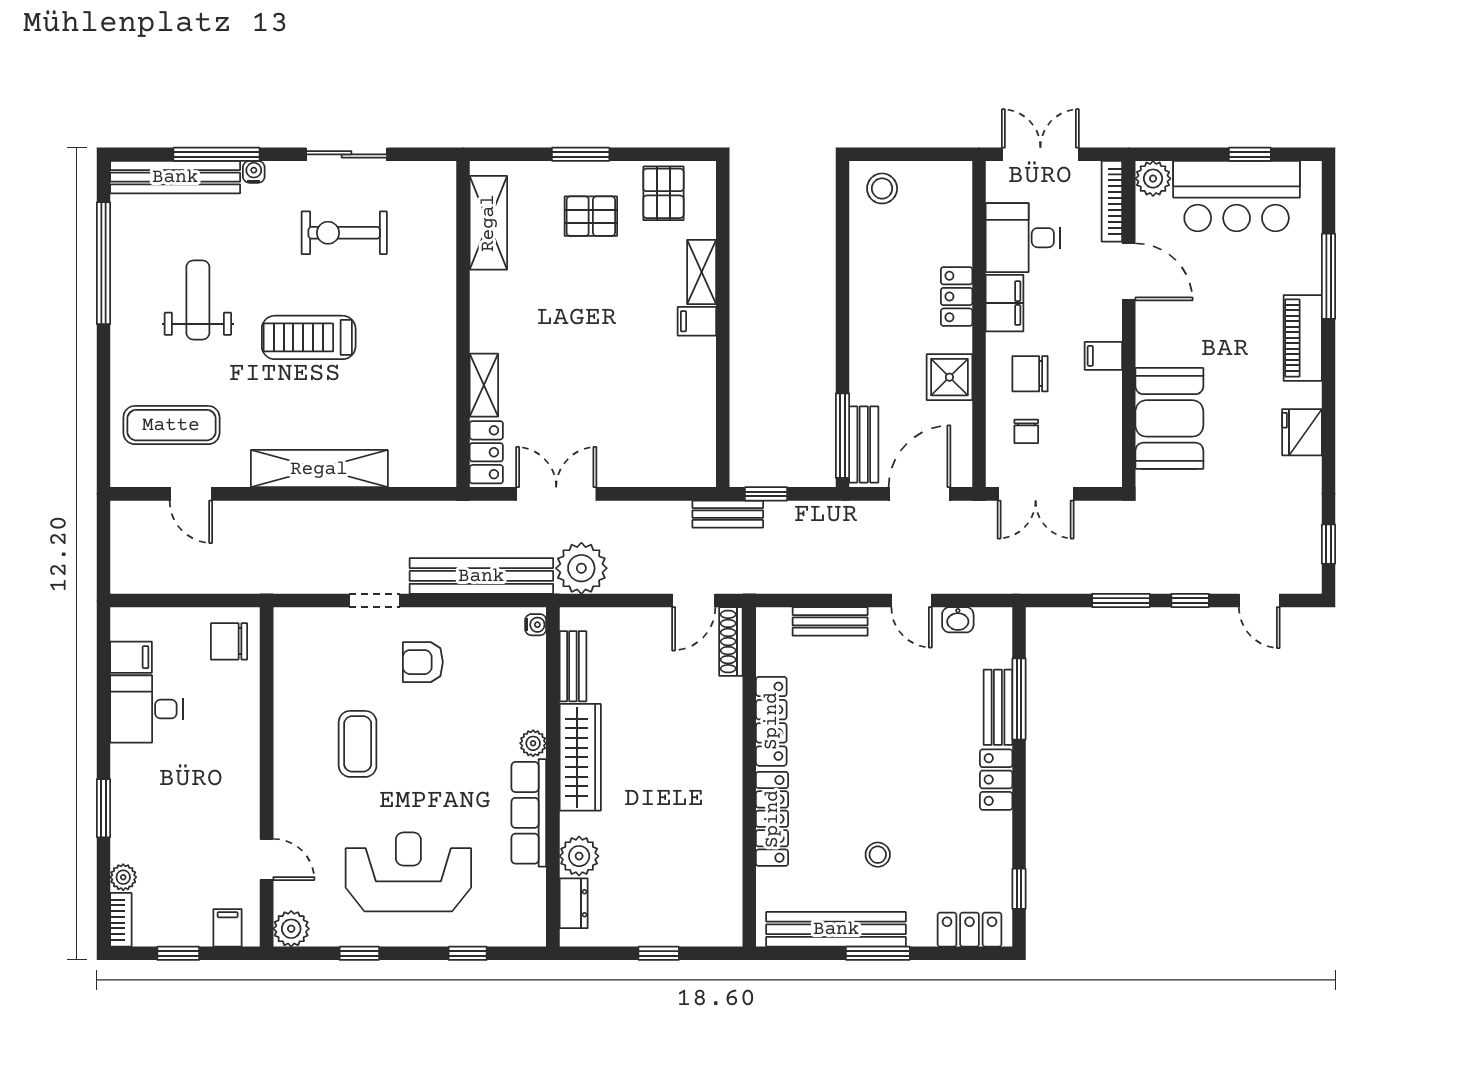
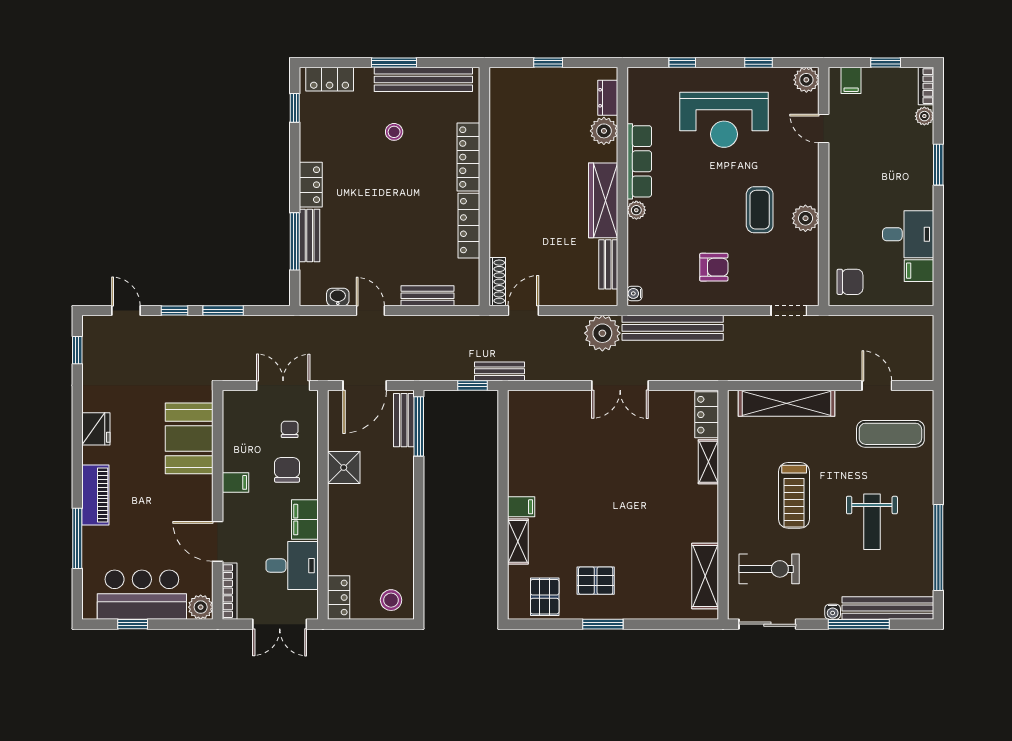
shelving: (488, 223) -> (705, 576), moved
locker: (957, 296) -> (339, 598), moved
wall: (463, 324) -> (723, 505), moved
treadmill: (309, 337) -> (794, 495), turned 90
chair: (1030, 374) -> (287, 470), turned -90
shelving: (484, 385) -> (708, 462), moved
locker: (486, 452) -> (707, 415), moved
doorway: (375, 600) -> (789, 311), moved
plant: (292, 732) -> (805, 218), added

